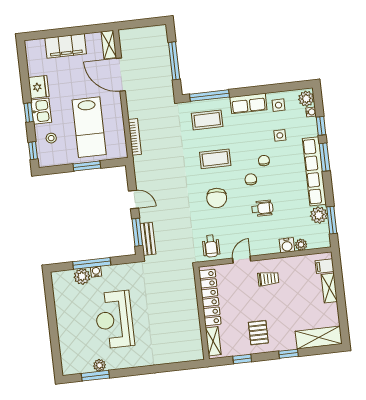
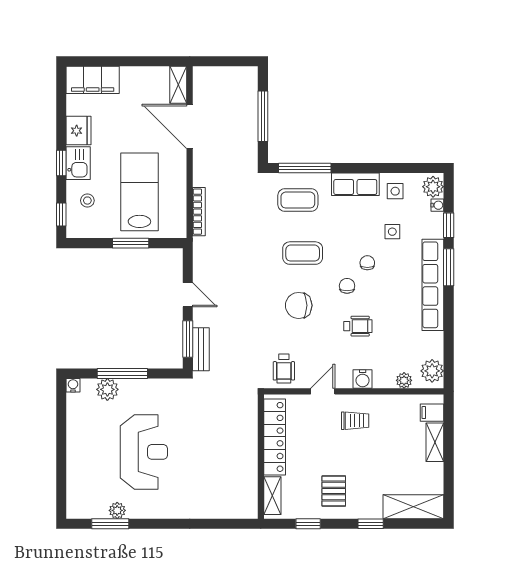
filing cabinet: (66, 46) -> (93, 80), moved
lab bench: (89, 127) -> (139, 192), turned 180
chair: (217, 198) -> (299, 305), turned 85
plant: (319, 215) -> (432, 371), moved
window: (332, 220) -> (449, 352), removed
water cooler: (287, 245) -> (363, 379), moved
water cooler: (96, 272) -> (73, 385), moved
reception desk: (114, 320) -> (144, 452), turned 180

